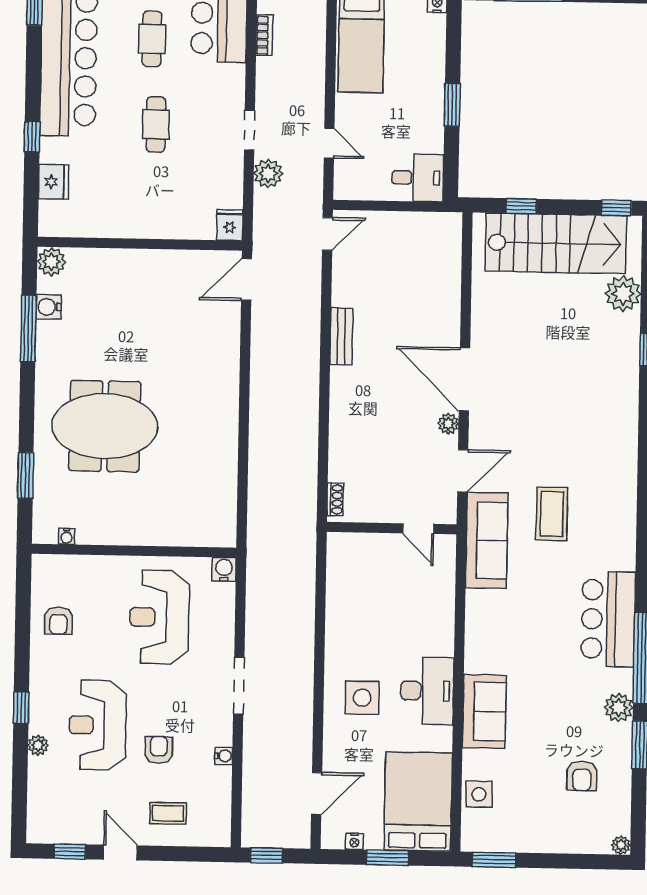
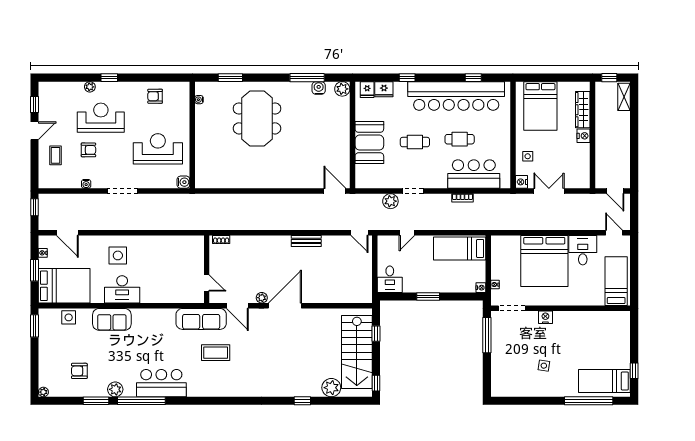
booth: (155, 212) -> (369, 143), added
fridge: (230, 225) -> (367, 90), moved, turned 90
door: (418, 529) -> (207, 283), swing flipped

